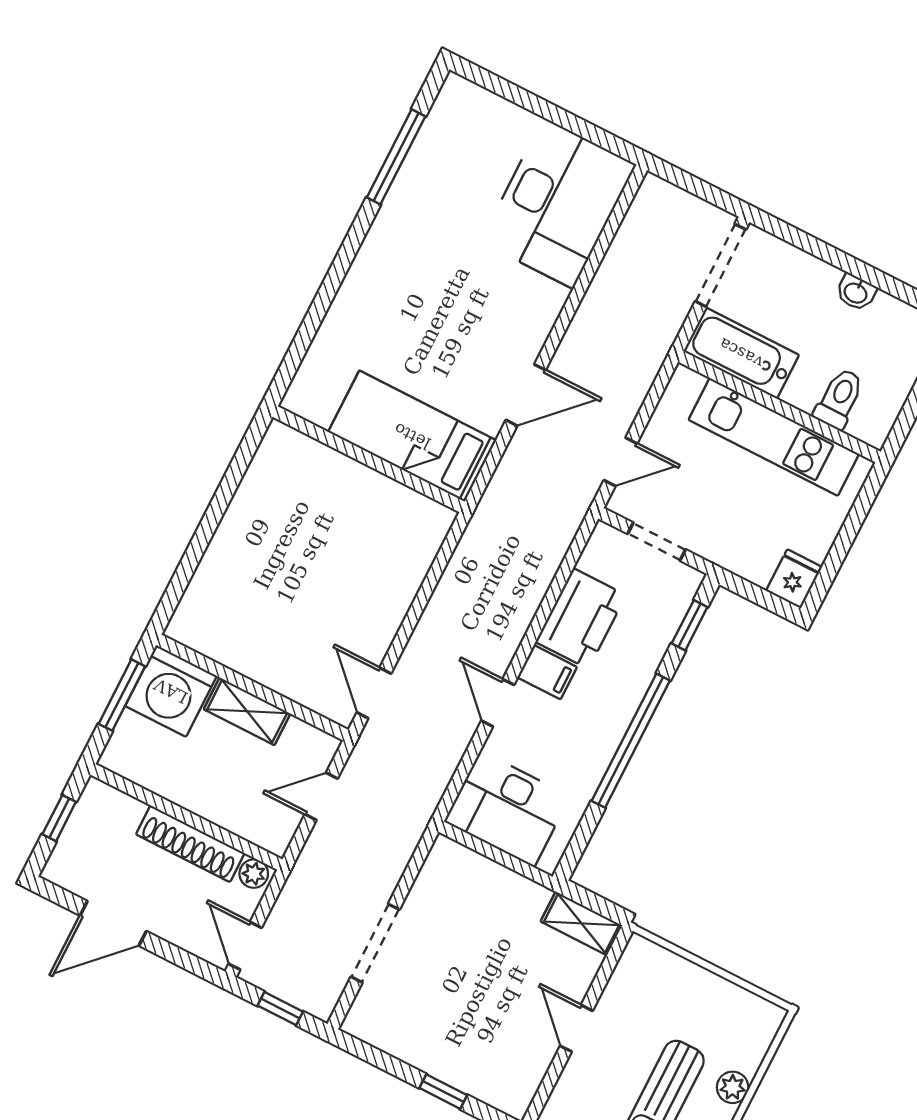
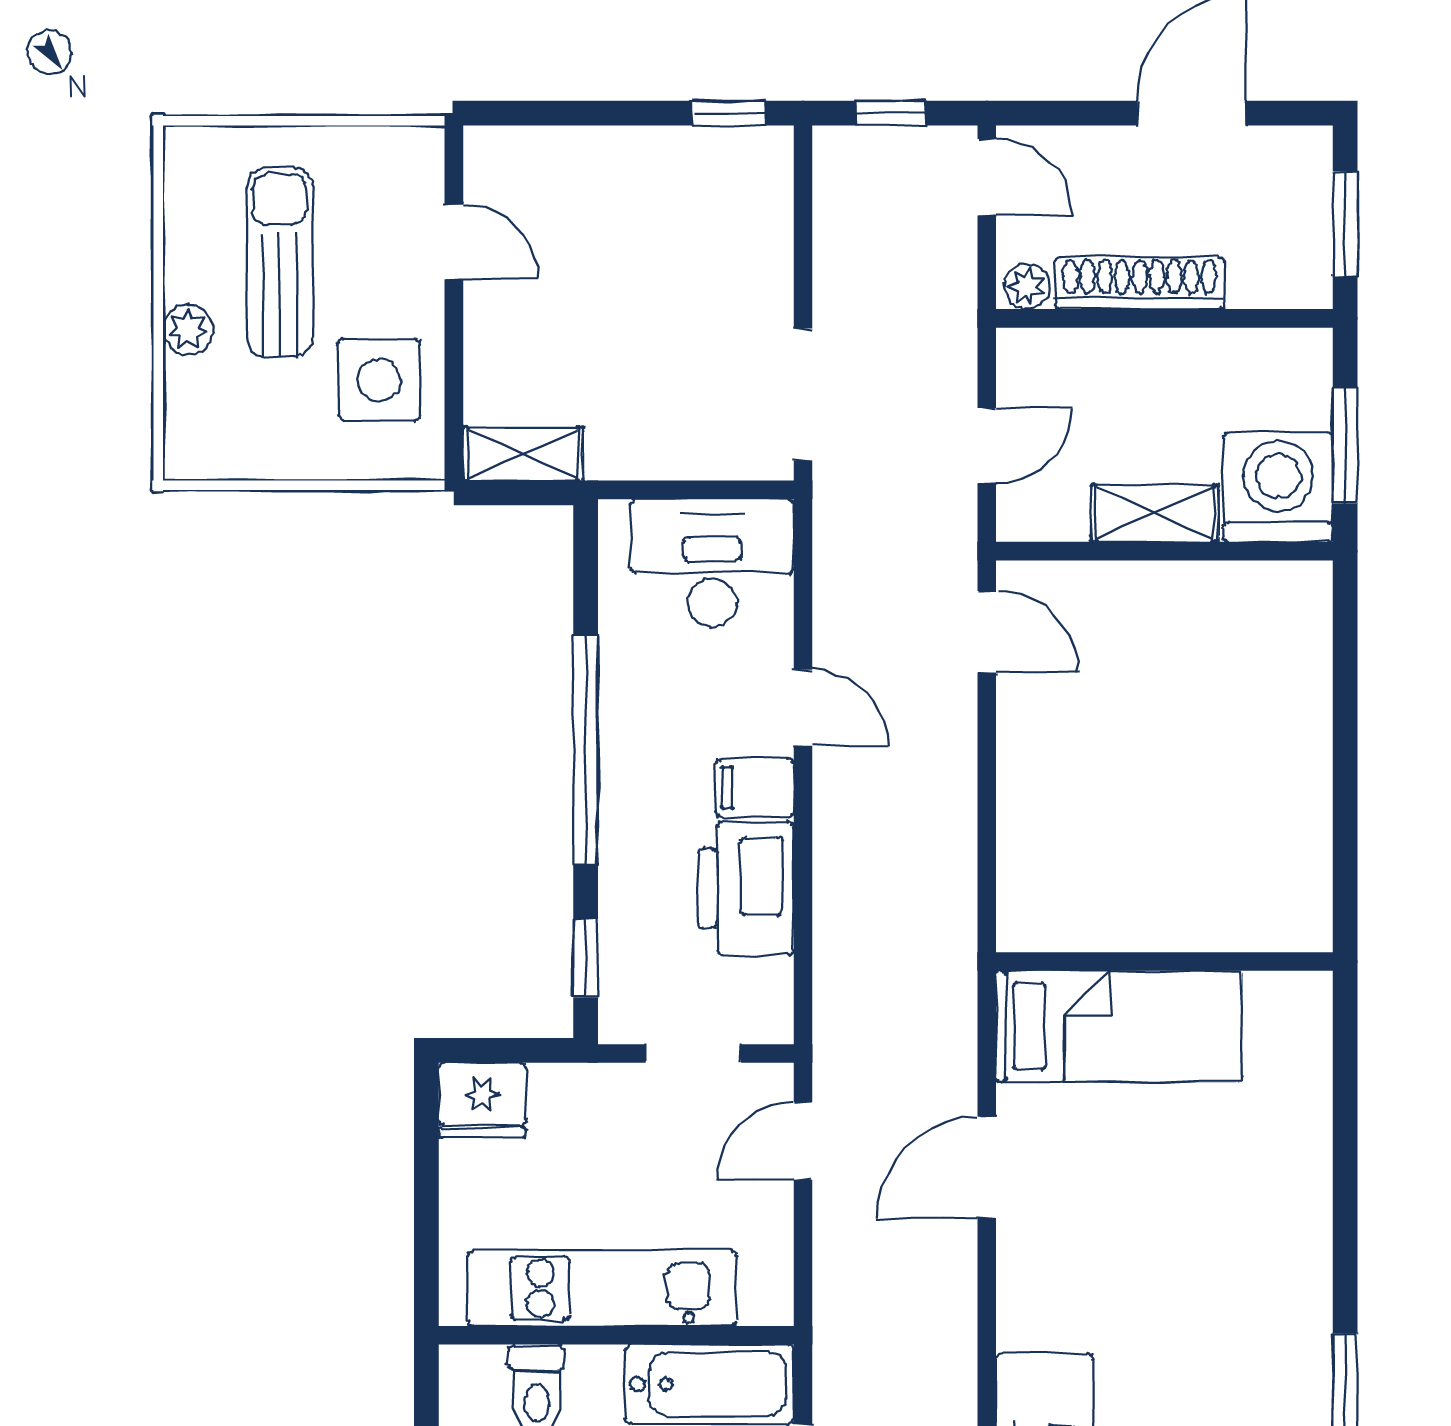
fridge: (794, 579) -> (482, 1100), width x1.38
window: (59, 818) -> (1345, 224), width x1.50
doorway: (375, 943) -> (803, 394), moved
side table: (640, 1005) -> (379, 380), added
door: (576, 1028) -> (454, 242), moved
window: (443, 1092) -> (729, 113), moved

